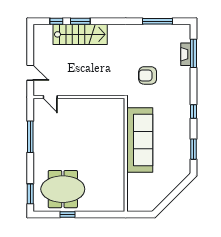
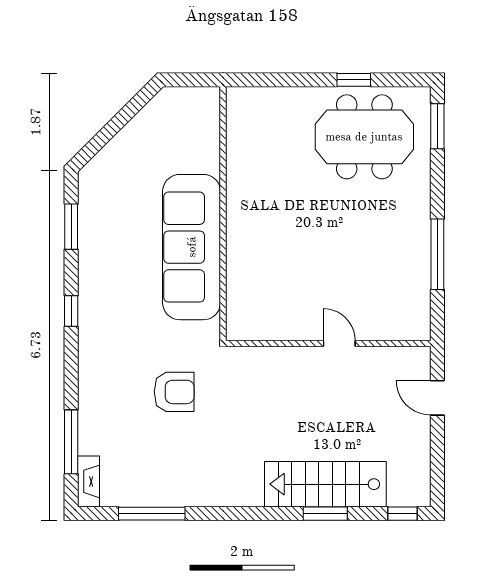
window: (56, 21) -> (402, 514), moved
fireplace: (186, 54) -> (89, 481), moved
door: (50, 97) -> (339, 343), moved

